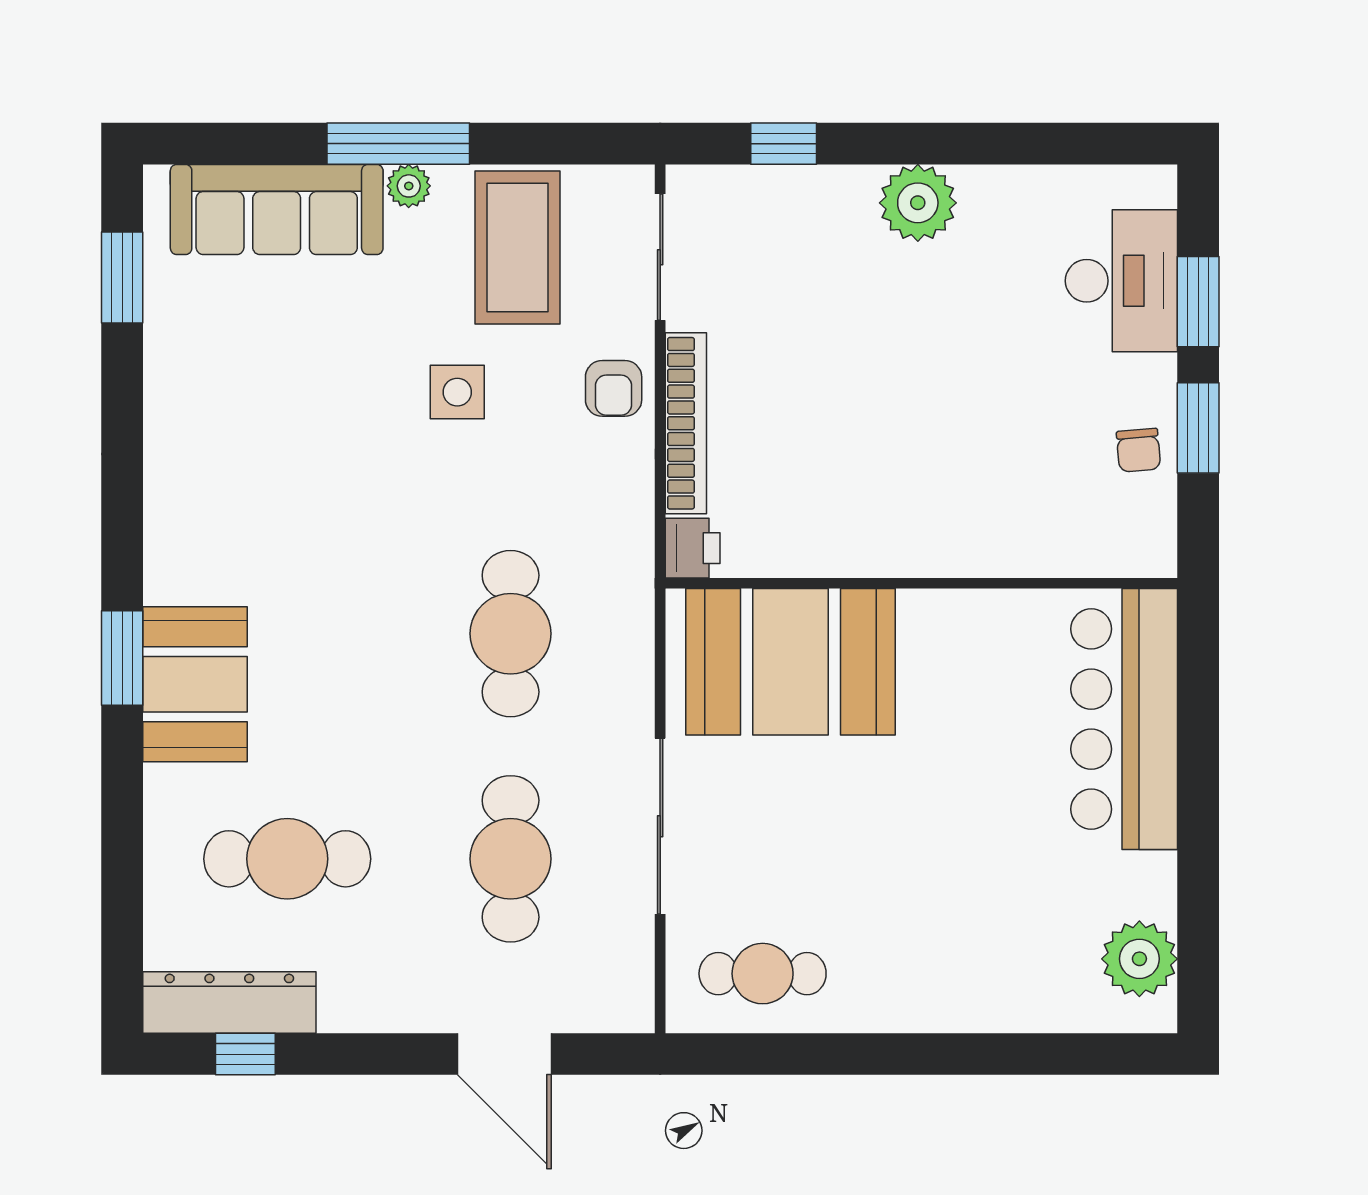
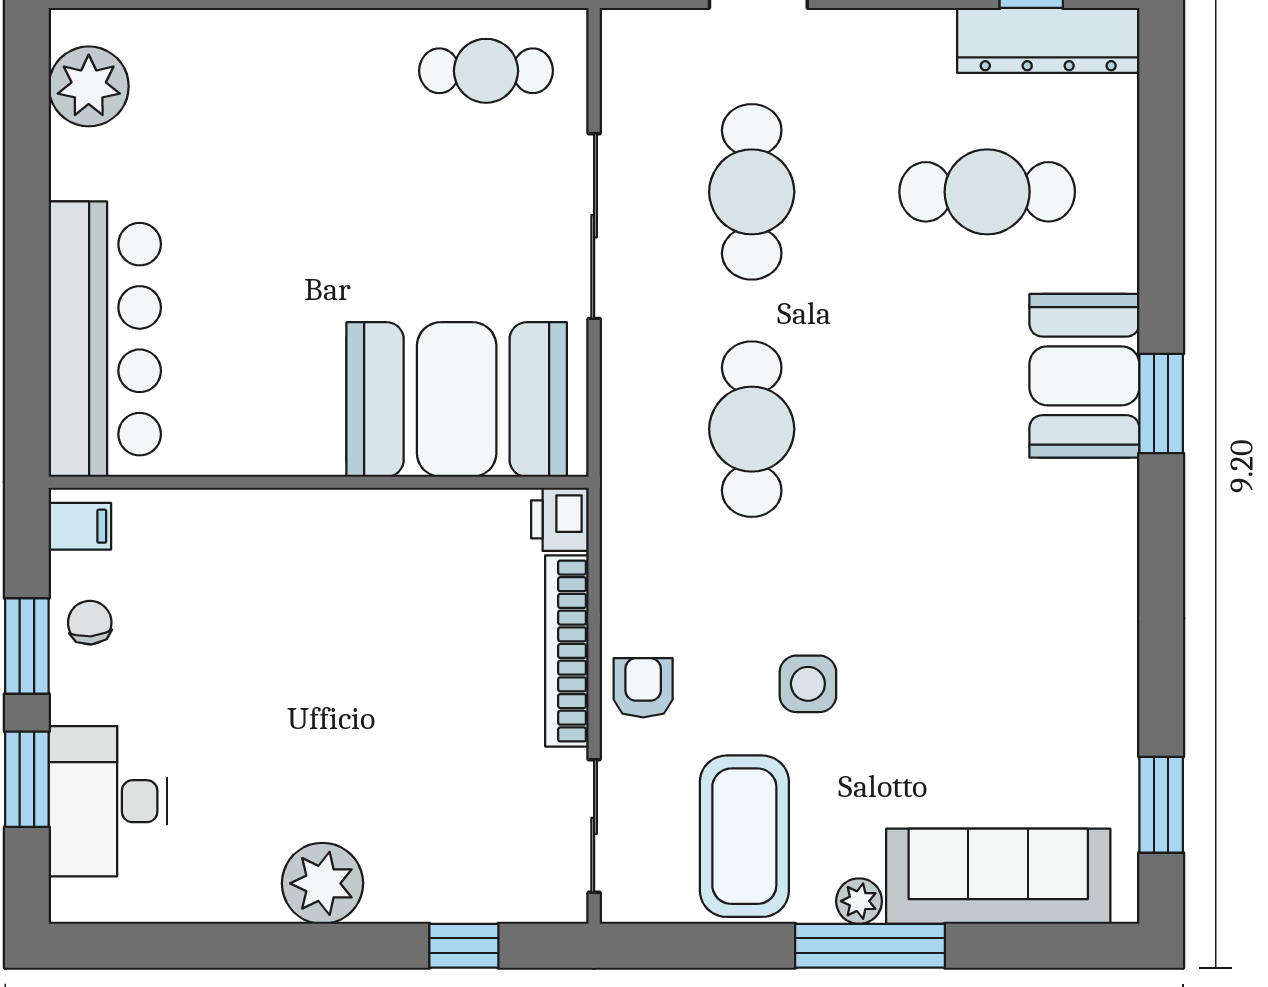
filing cabinet: (1148, 542) -> (80, 526), added

